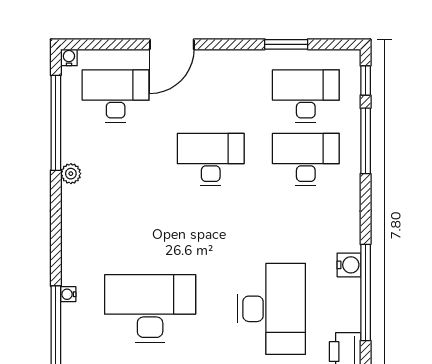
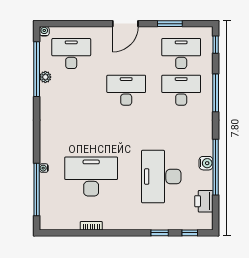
door: (172, 44) -> (125, 24), moved
window: (366, 141) -> (216, 93), moved
plant: (71, 174) -> (45, 77), moved
water cooler: (349, 265) -> (206, 163), moved
desk: (271, 309) -> (161, 177), turned 180

